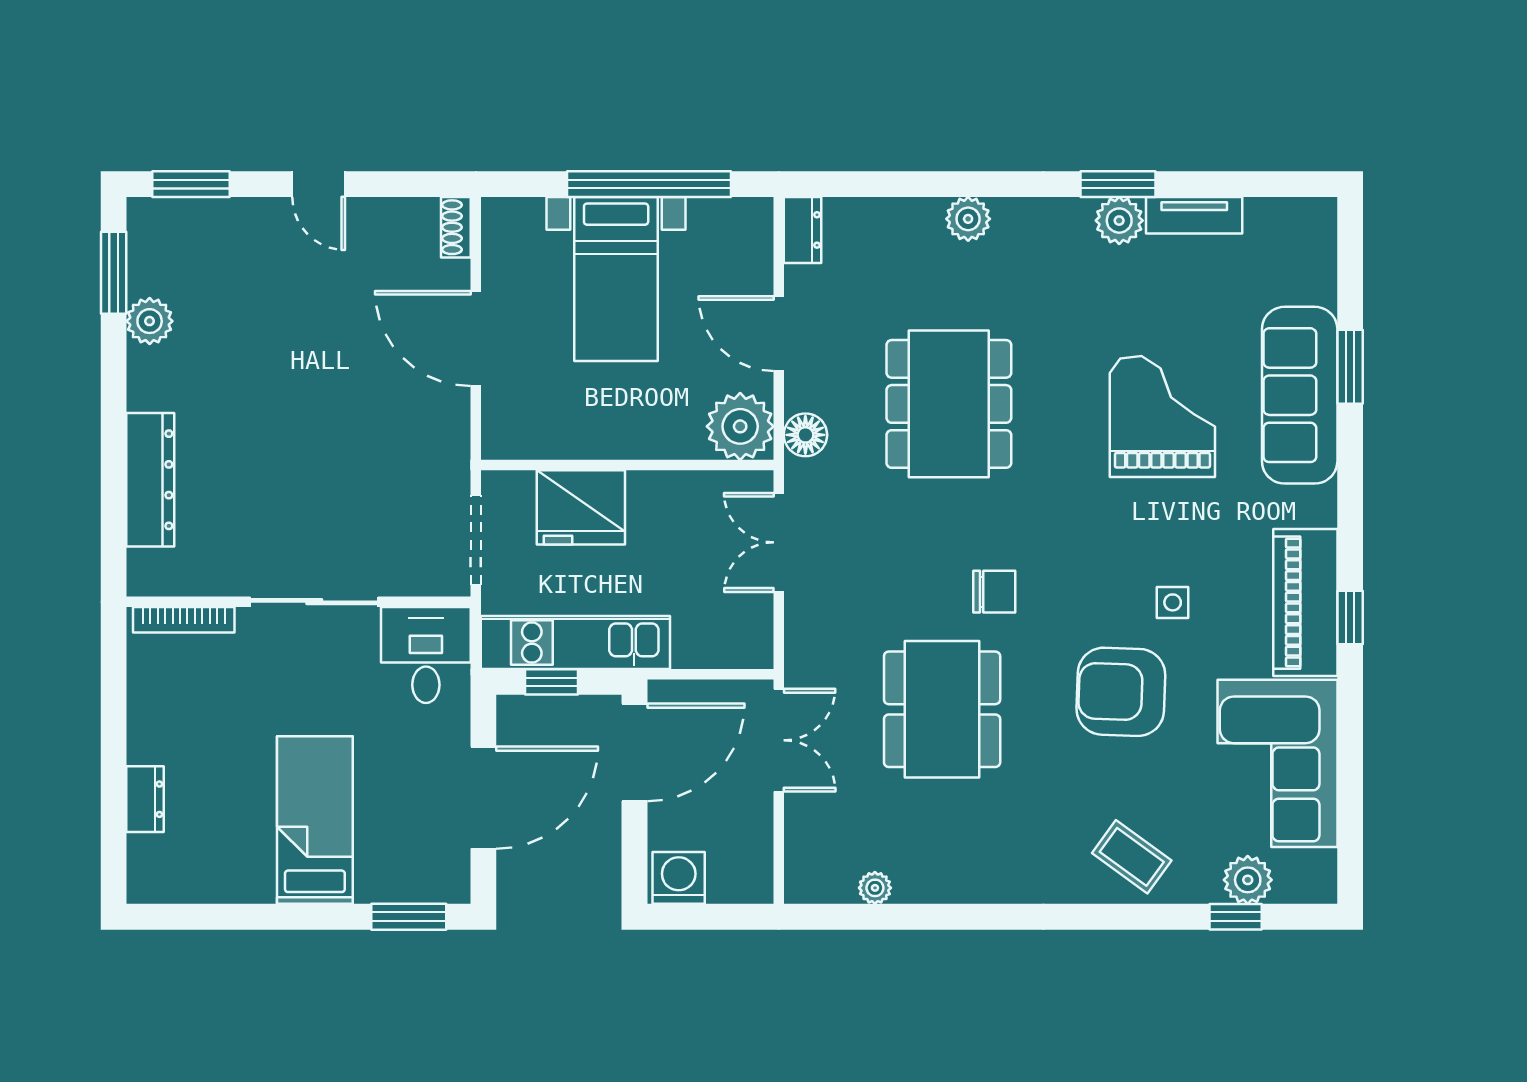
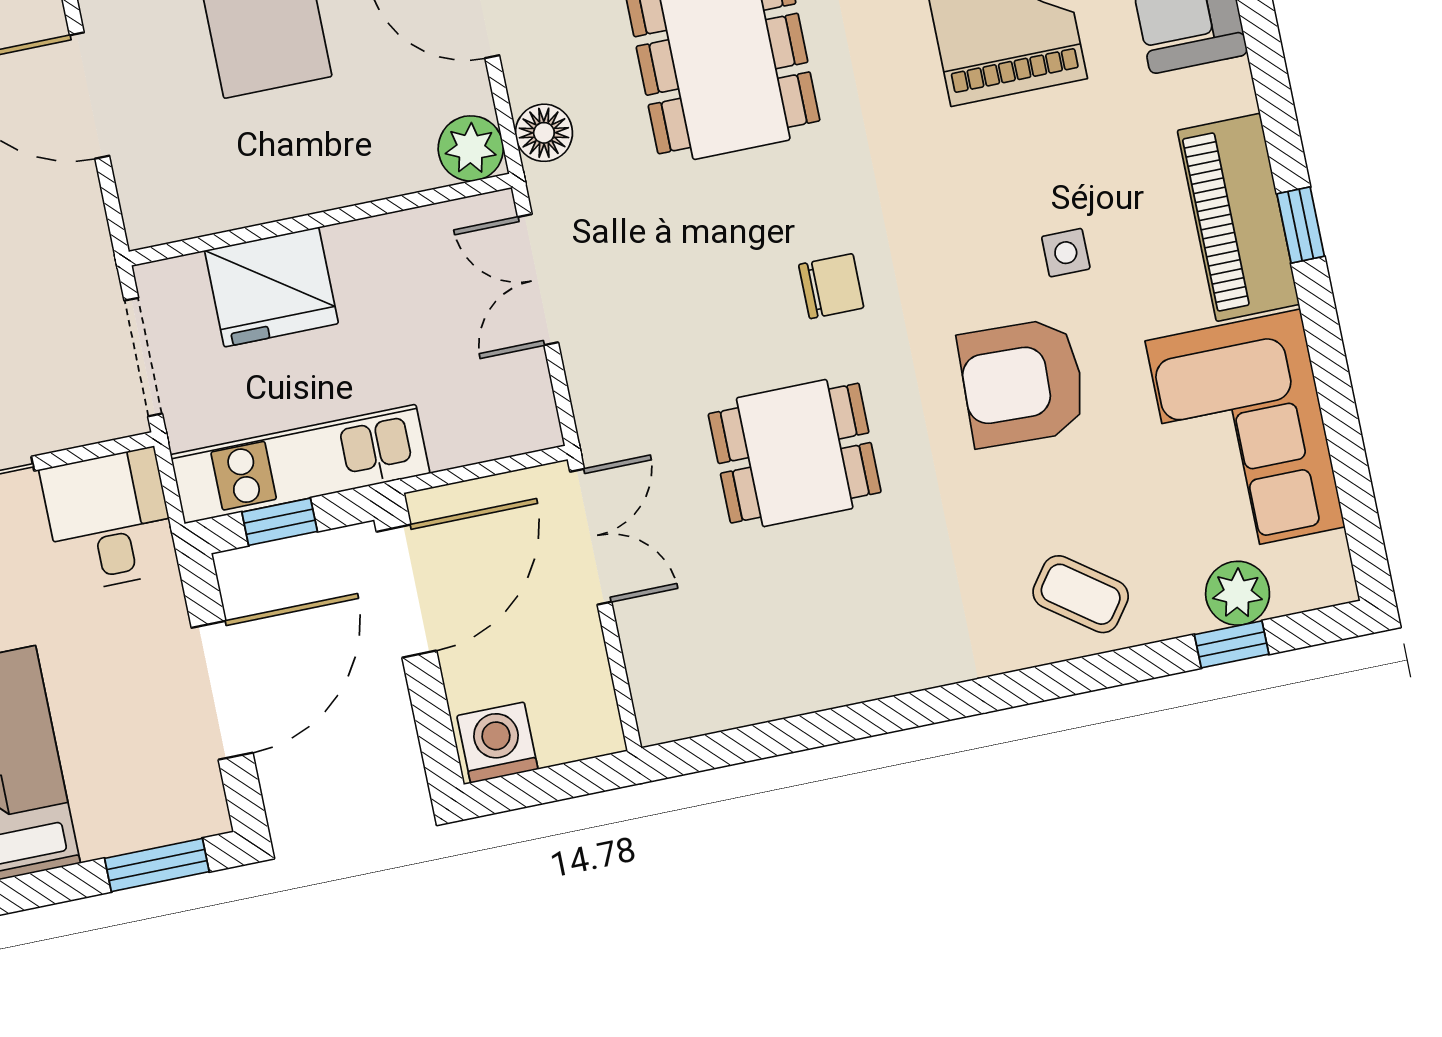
plant: (740, 426) -> (471, 148), width x0.73, depth x0.73
dining table: (942, 709) -> (795, 453), width x0.73
plant: (875, 888) -> (755, 703), removed

